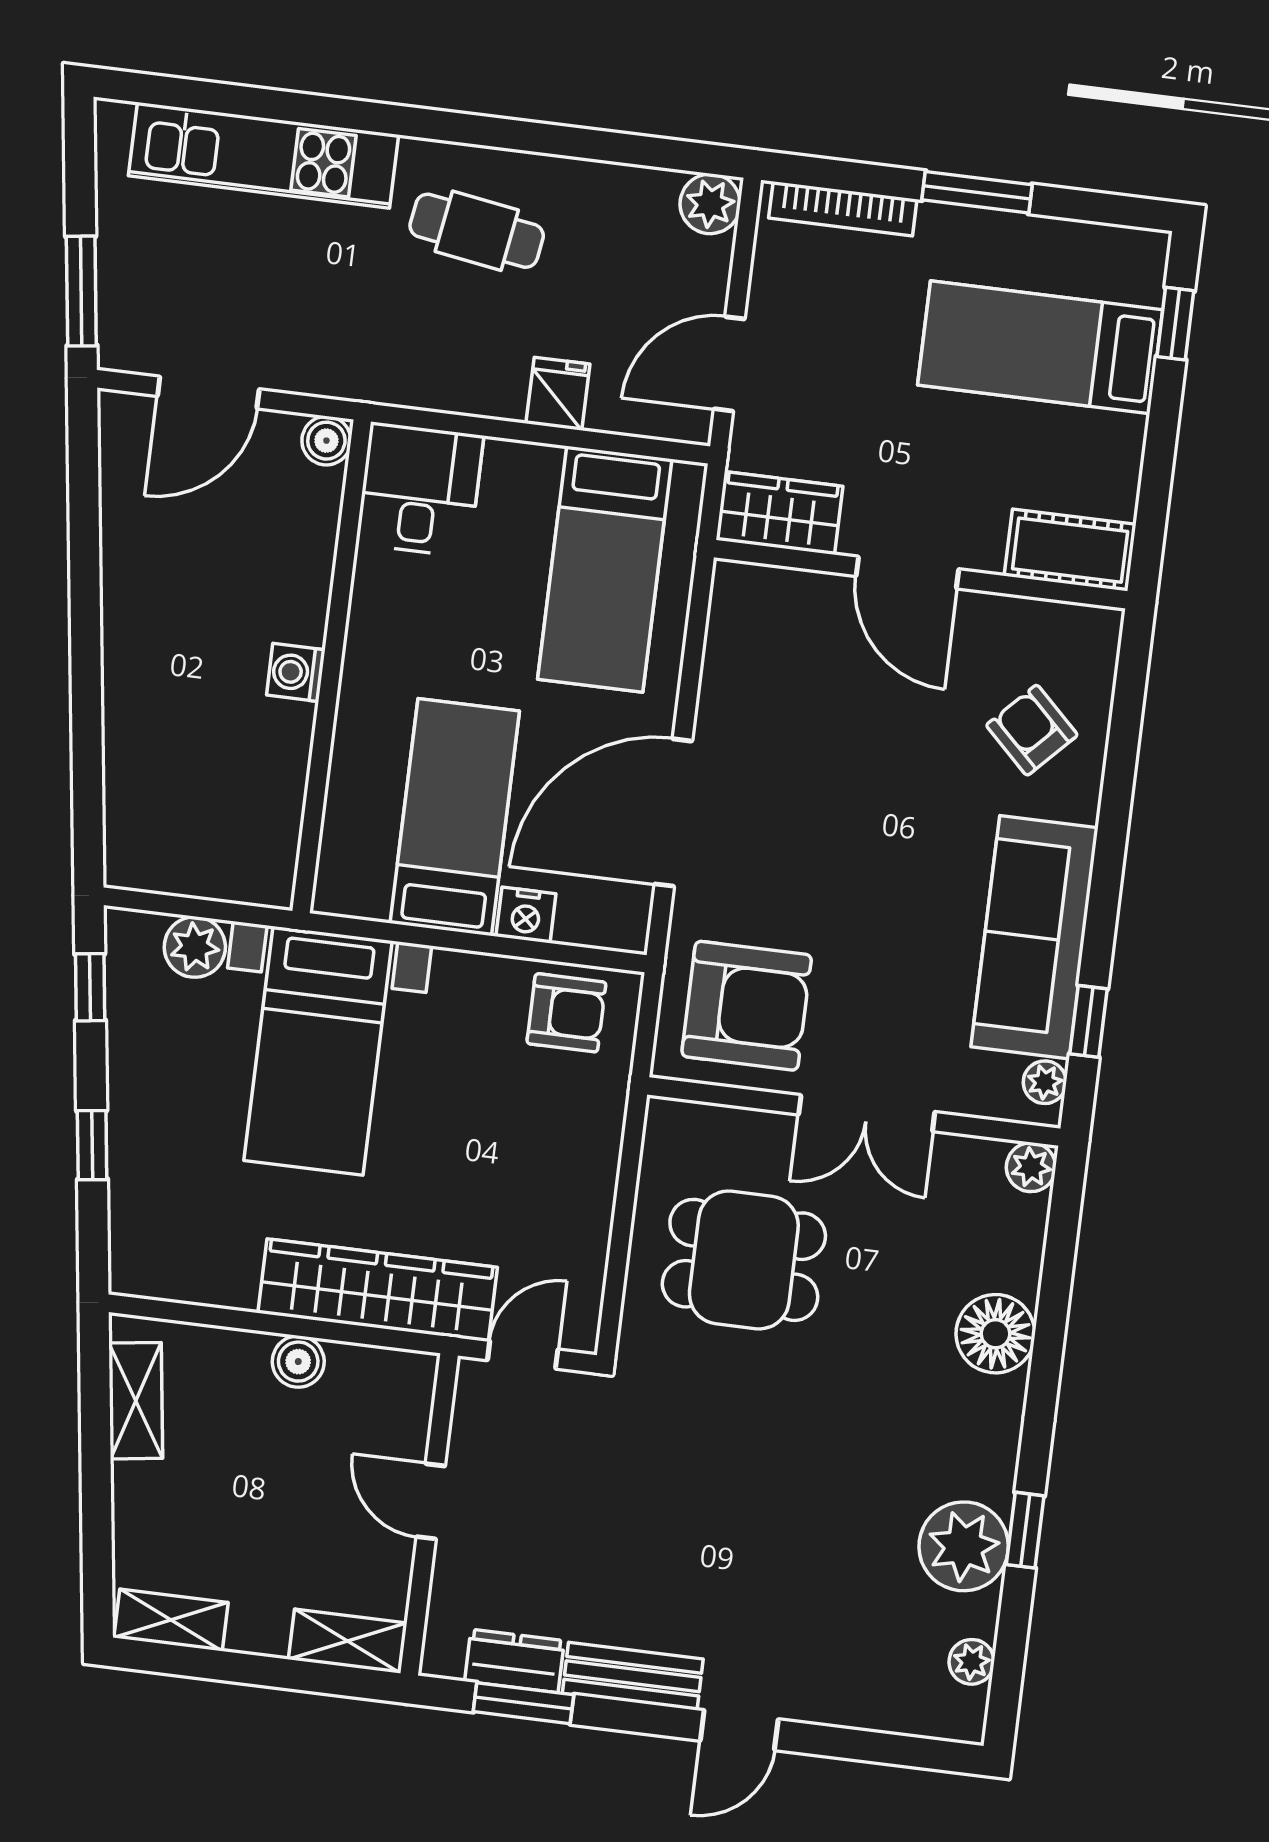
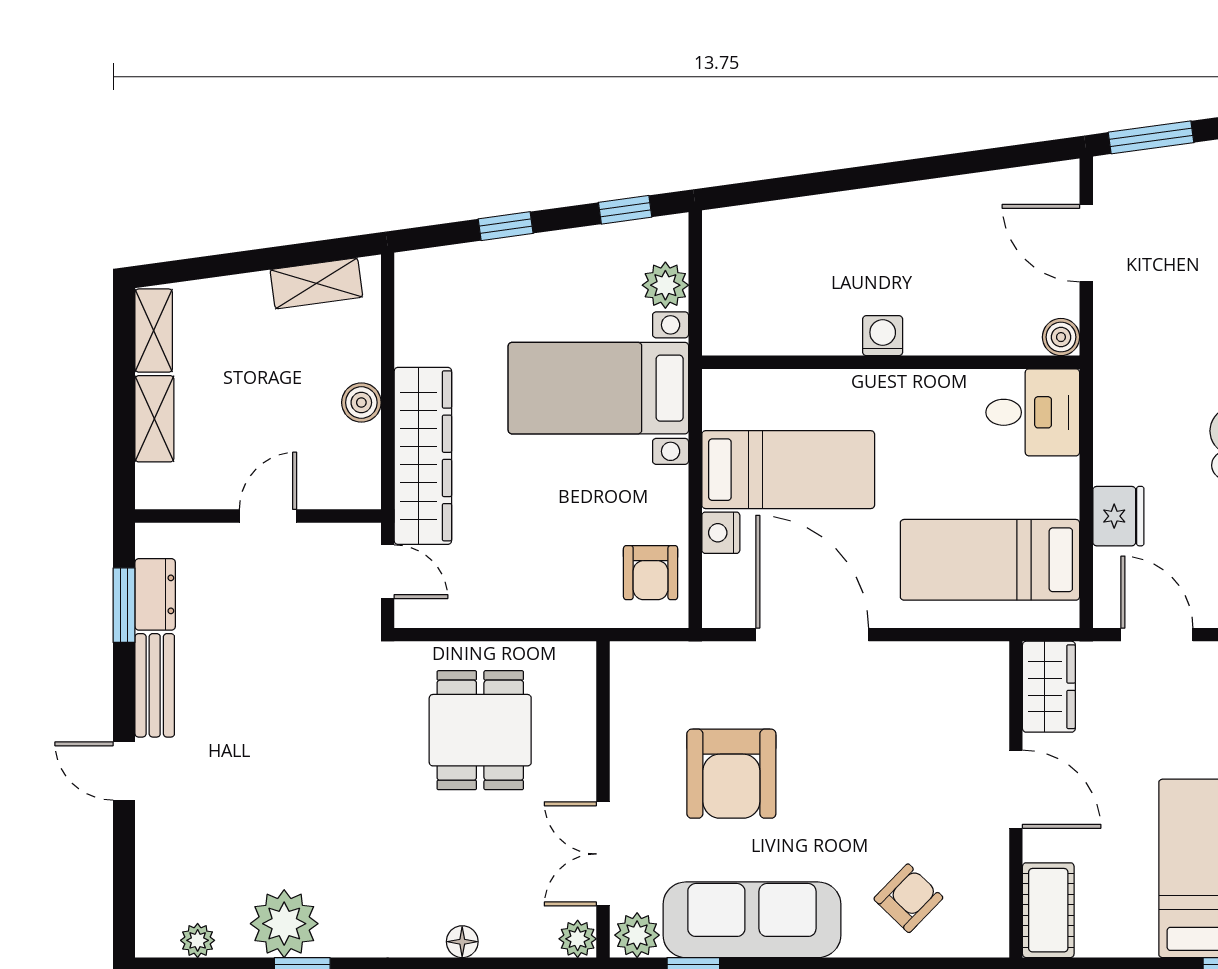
fridge: (558, 394) -> (1118, 516), width x1.38
door: (907, 573) -> (1016, 789), swing flipped
armchair: (747, 1006) -> (731, 774), moved
plant: (1045, 1082) -> (637, 935), width x1.38, depth x1.38
double door: (867, 1113) -> (603, 854), moved
floor lamp: (995, 1334) -> (462, 942), width x0.53, depth x0.53
shelving: (348, 1641) -> (154, 419), moved

